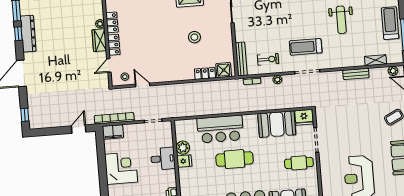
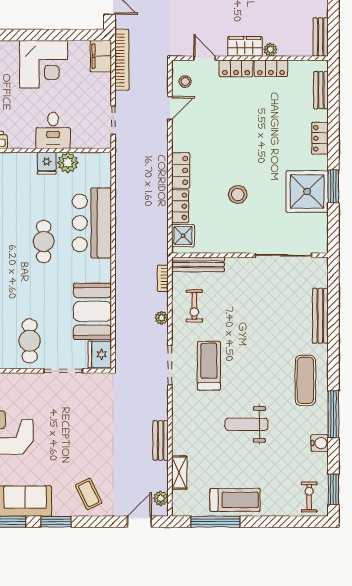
locker: (182, 75) -> (181, 170), added
cafe table: (235, 159) -> (44, 242), width x0.73, depth x0.74

